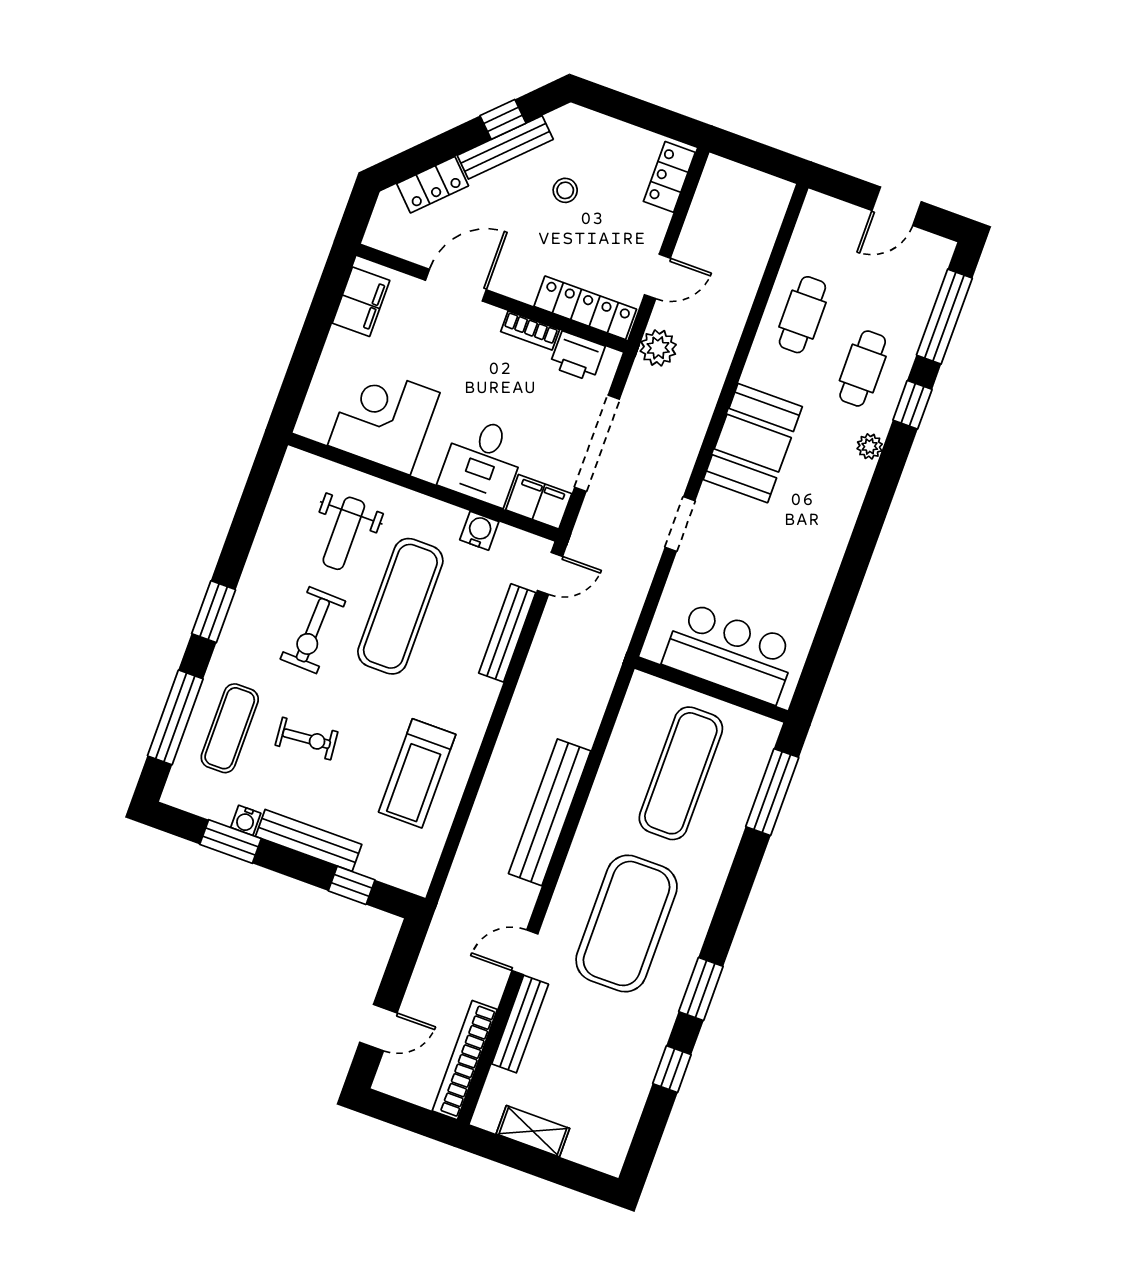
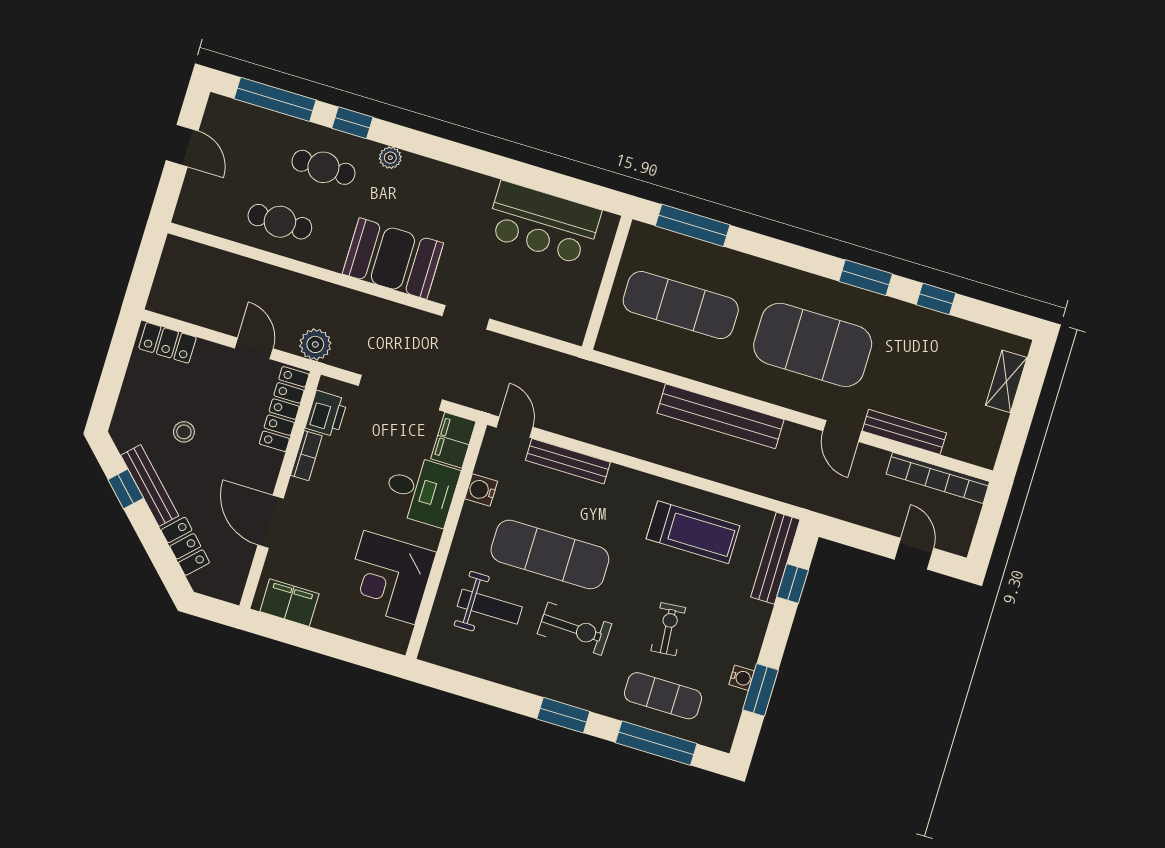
bar counter: (730, 653) -> (543, 223), moved, turned -90
bench: (309, 840) -> (775, 558), moved
shelving: (533, 1131) -> (1006, 381), moved

